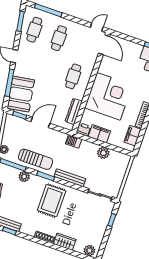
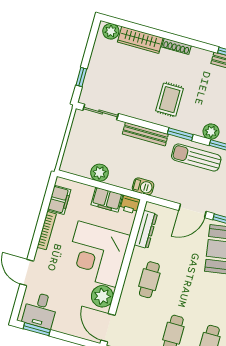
plant: (107, 67) -> (102, 296), added
rug: (52, 201) -> (170, 100), width x0.73, depth x0.70
wardrobe: (65, 242) -> (140, 40), width x1.50

